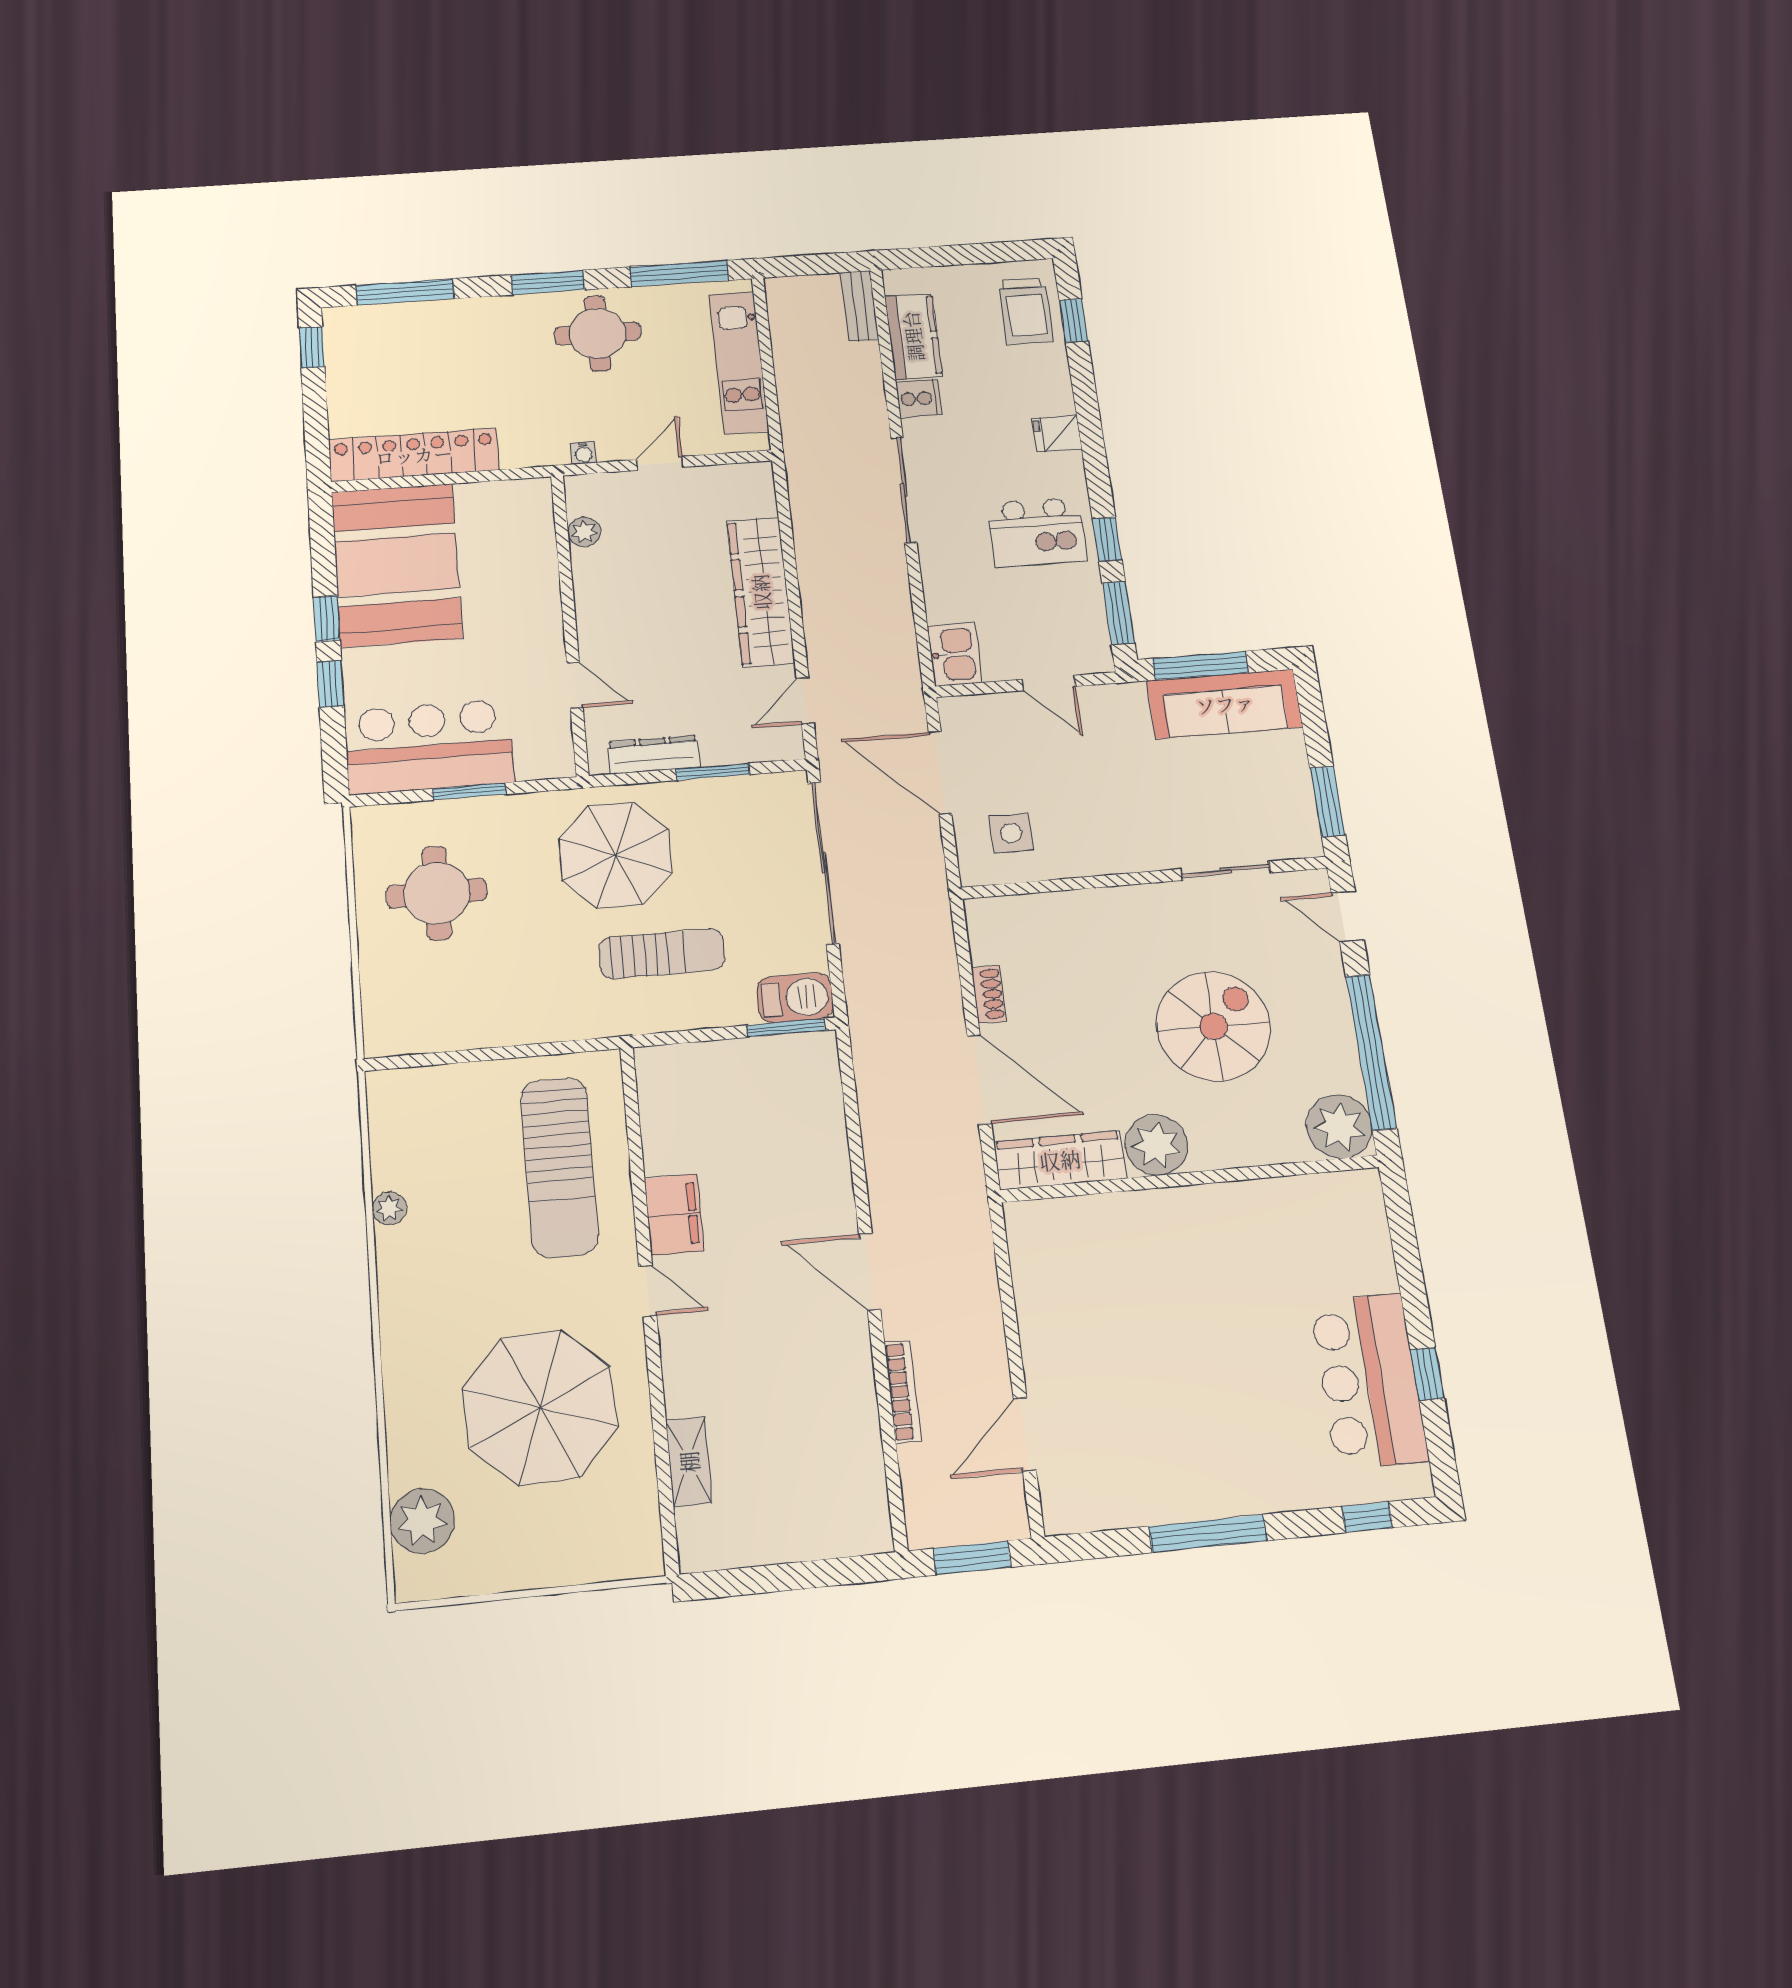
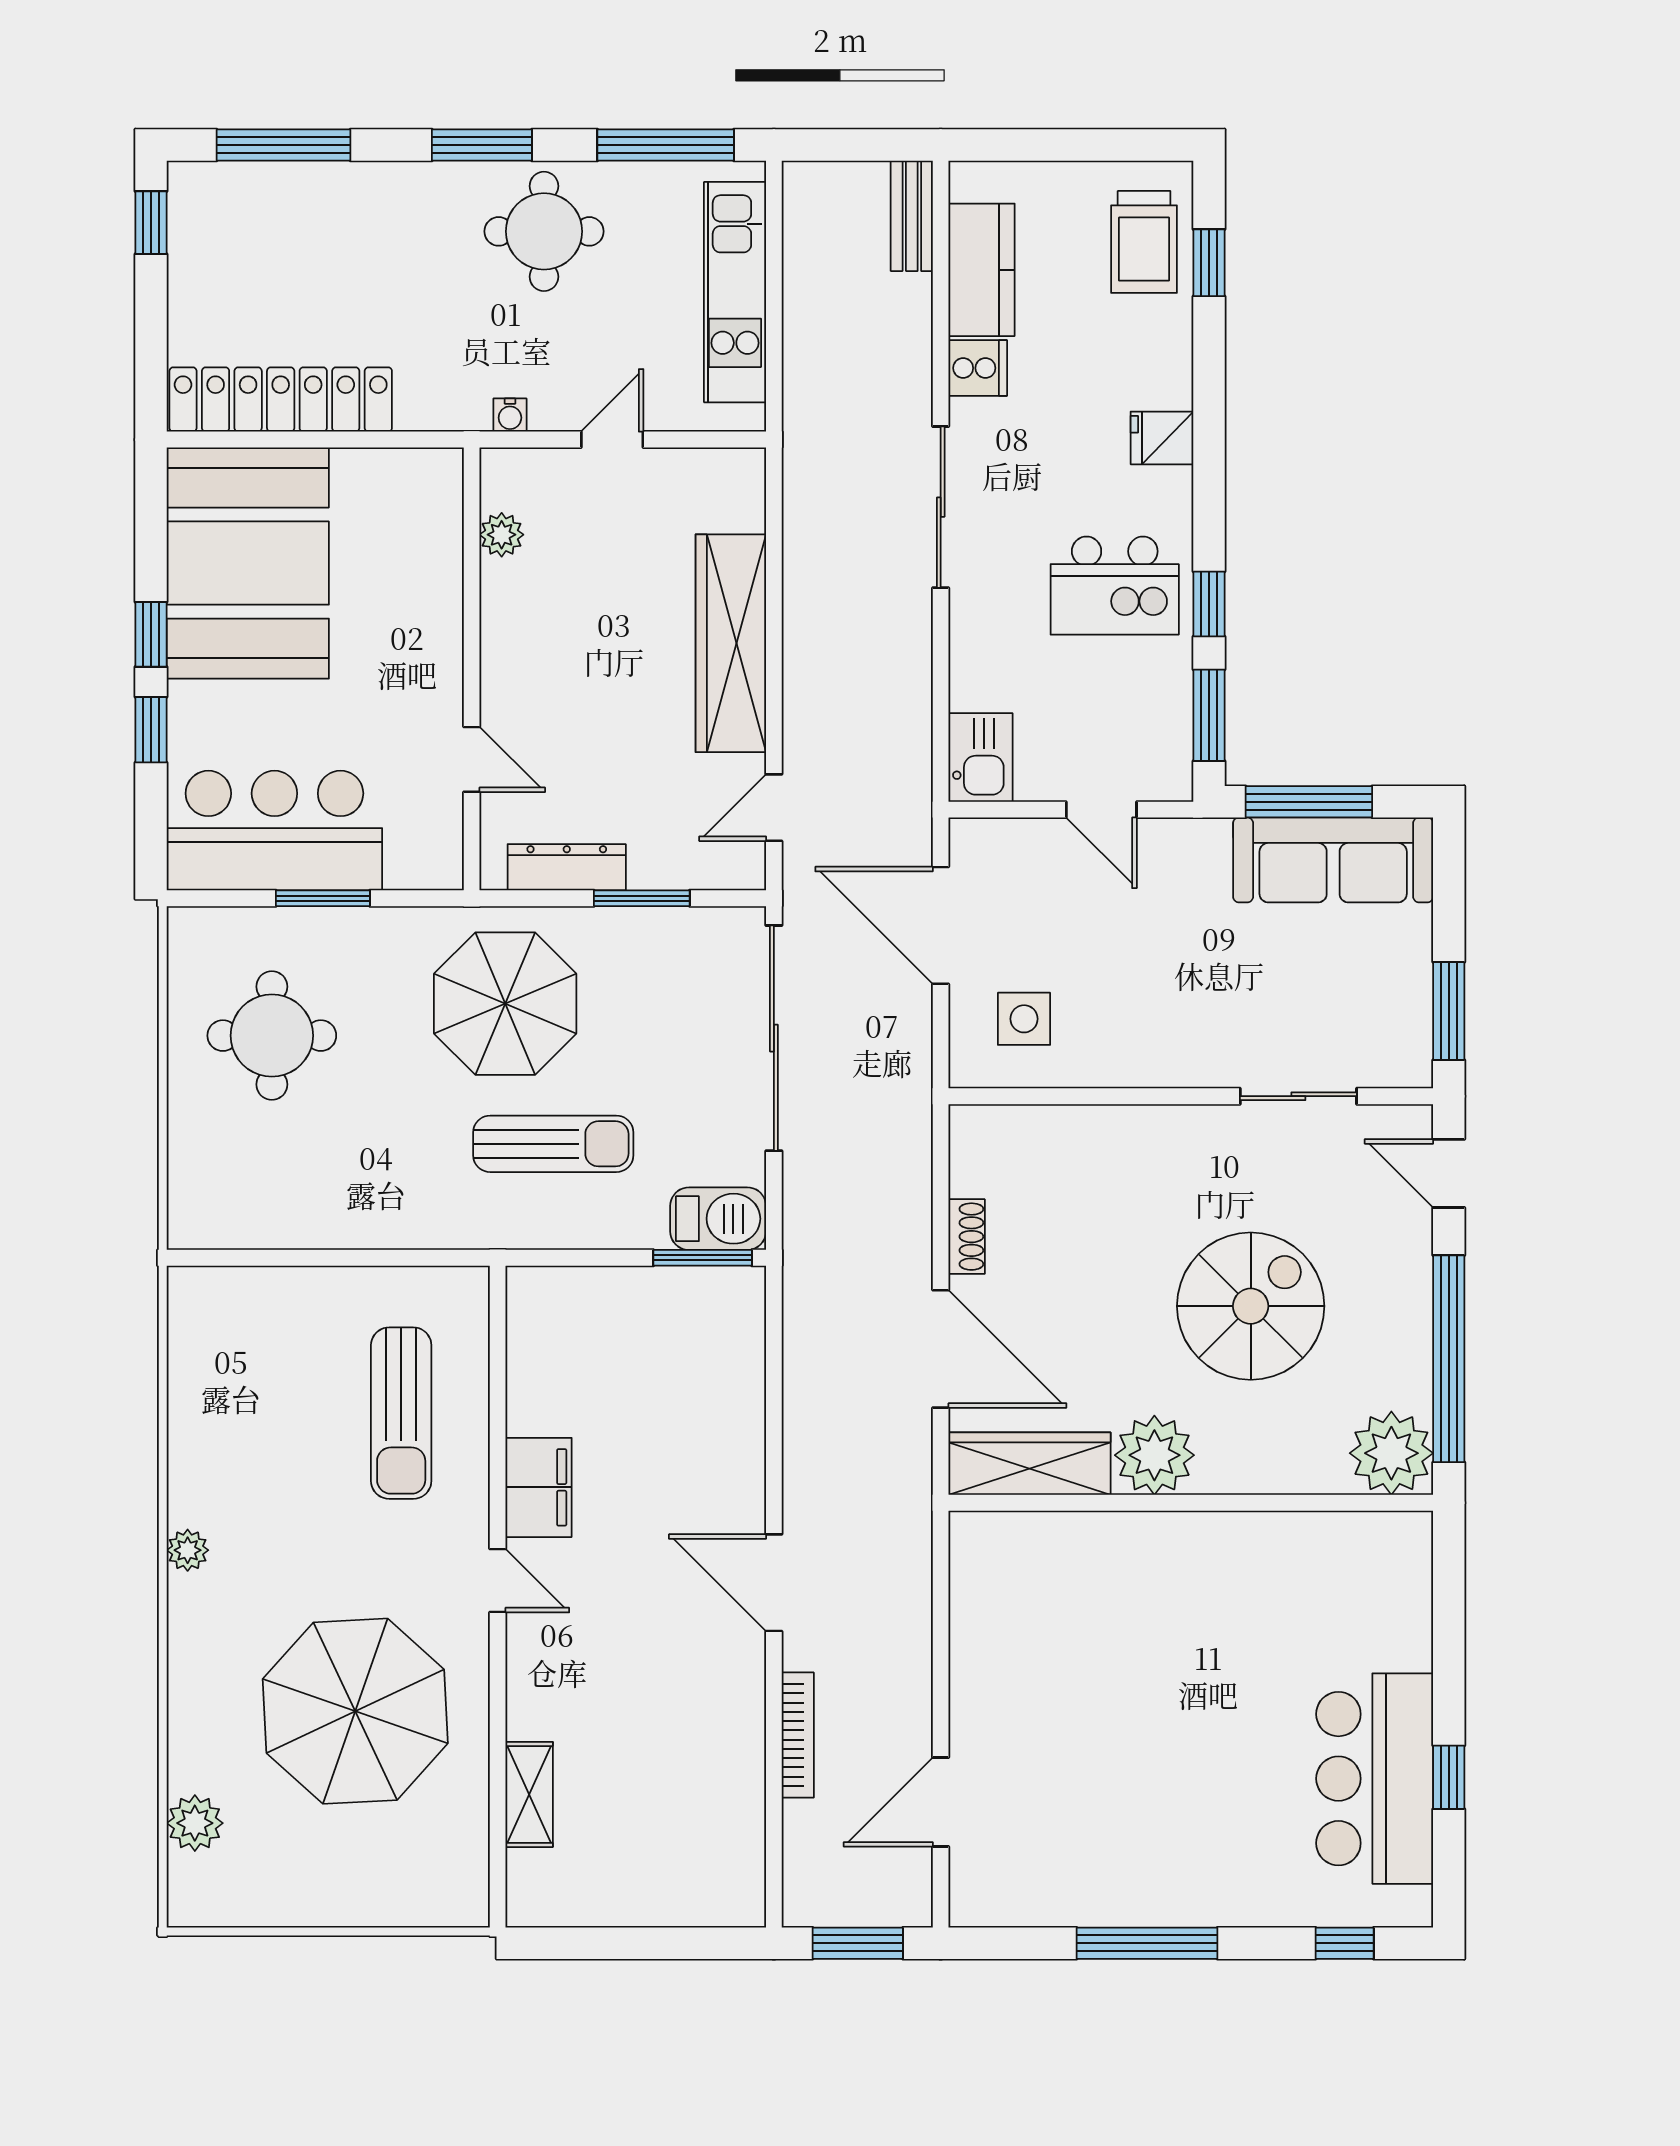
sun lounger: (559, 1167) -> (401, 1413), width x0.73, depth x0.75
plant: (389, 1208) -> (188, 1550), moved
plant: (422, 1521) -> (195, 1823), width x0.73, depth x0.73

